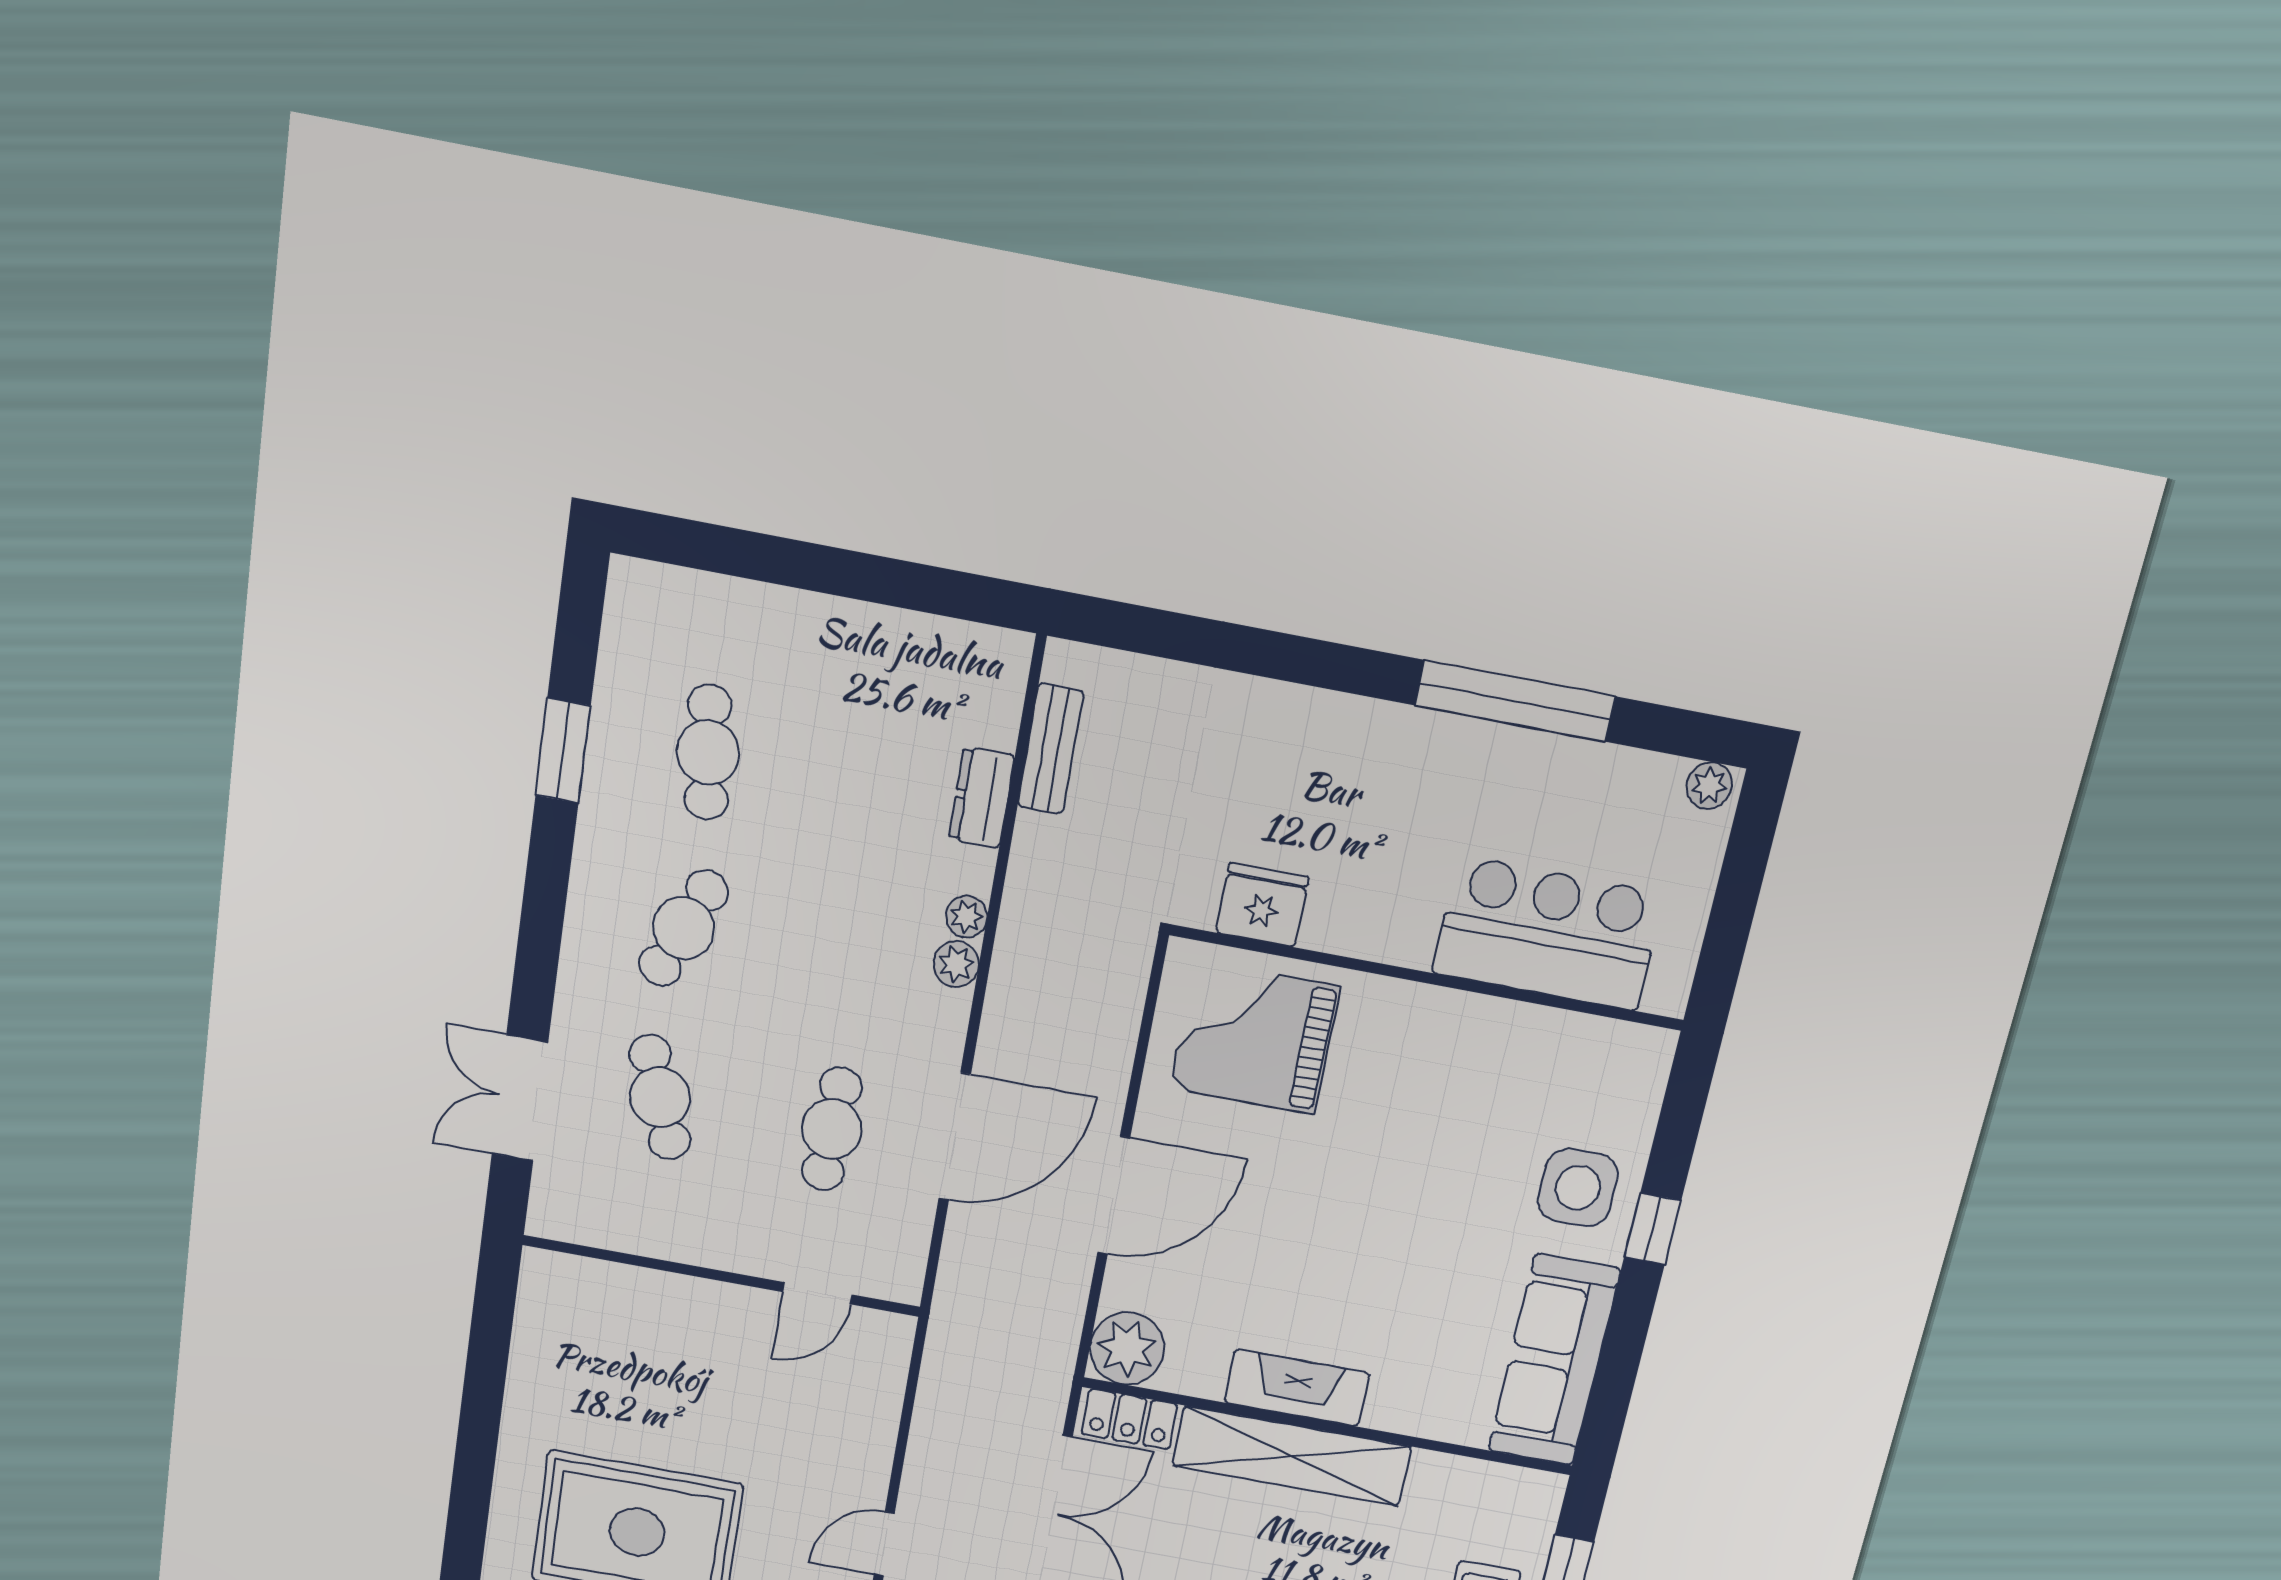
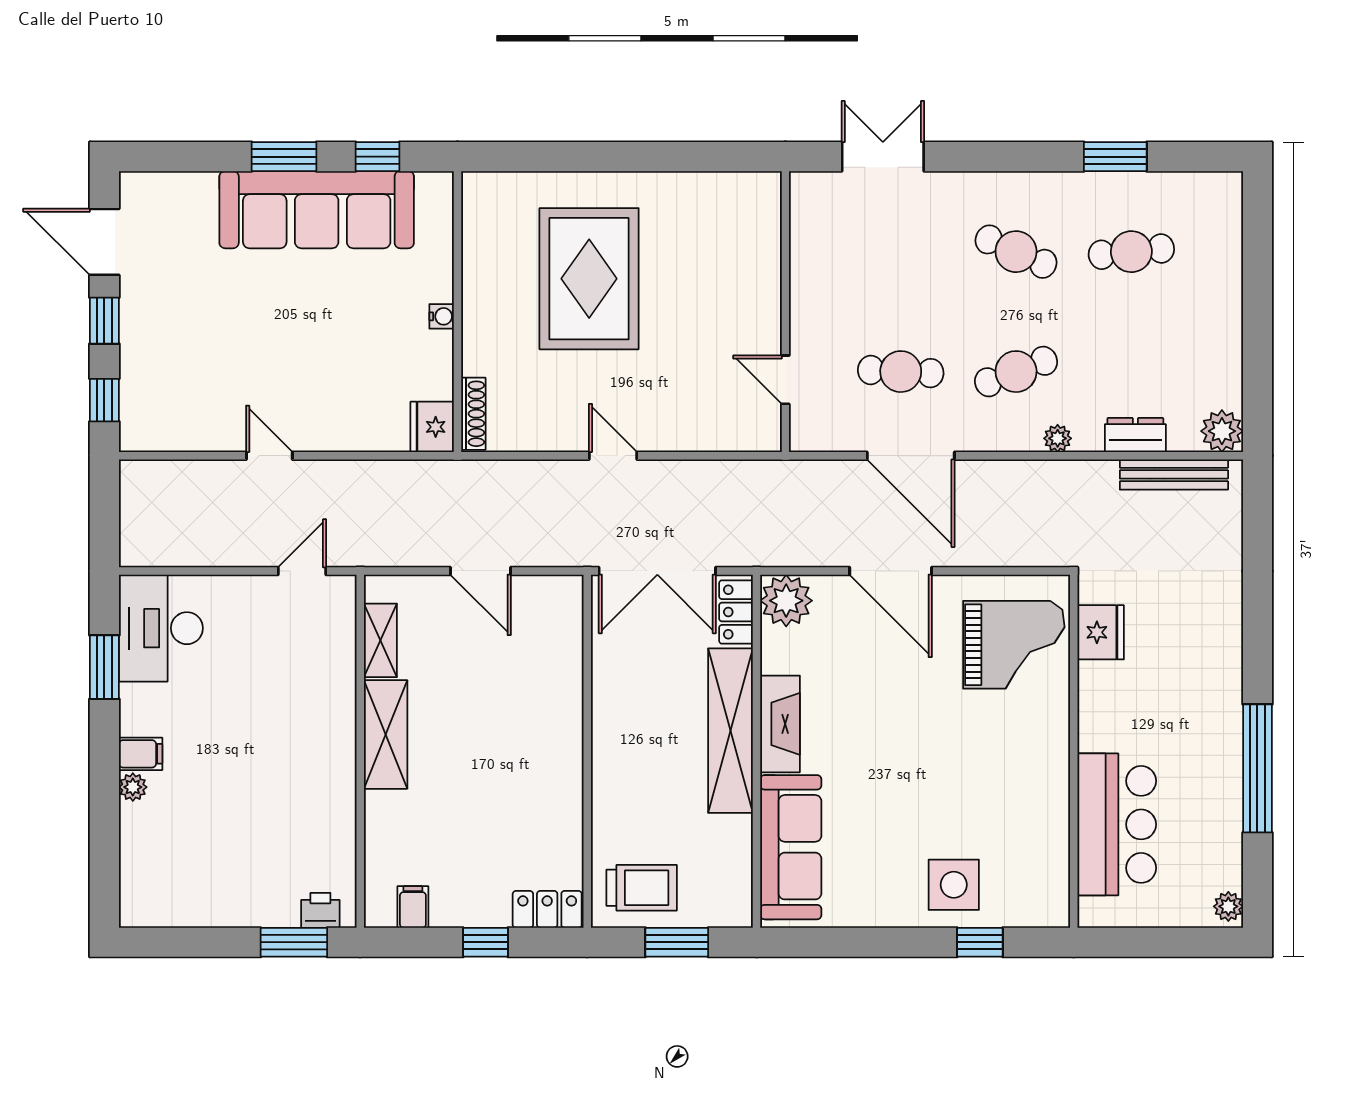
bench: (1051, 749) -> (1174, 474), width x1.36
plant: (956, 964) -> (1222, 431), moved, width x1.38, depth x1.38
grand piano: (1254, 1037) -> (1014, 645), turned 90
cafe table: (660, 1097) -> (1016, 372), moved
window: (1653, 1229) -> (980, 942), moved
sofa: (1554, 1360) -> (791, 847), moved, turned 90

